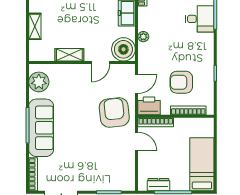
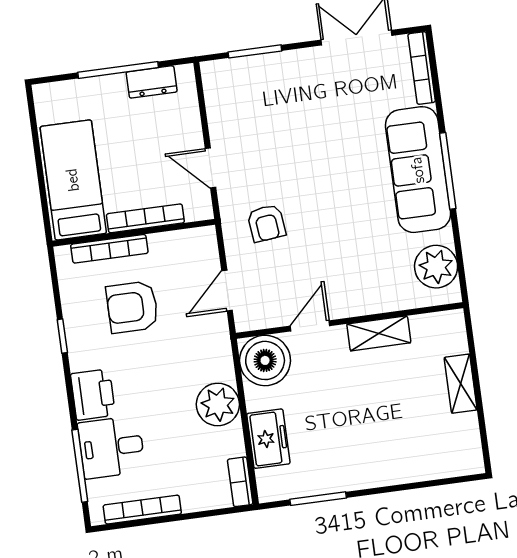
plant: (143, 37) -> (218, 404), width x1.87, depth x1.87
armchair: (181, 82) -> (132, 307), turned 180
printer: (149, 106) -> (93, 395), moved, turned -90
armchair: (114, 112) -> (266, 223), width x0.53, depth x0.53
bookcase: (156, 122) -> (145, 218), moved
bed: (202, 164) -> (73, 180), moved, turned 180

